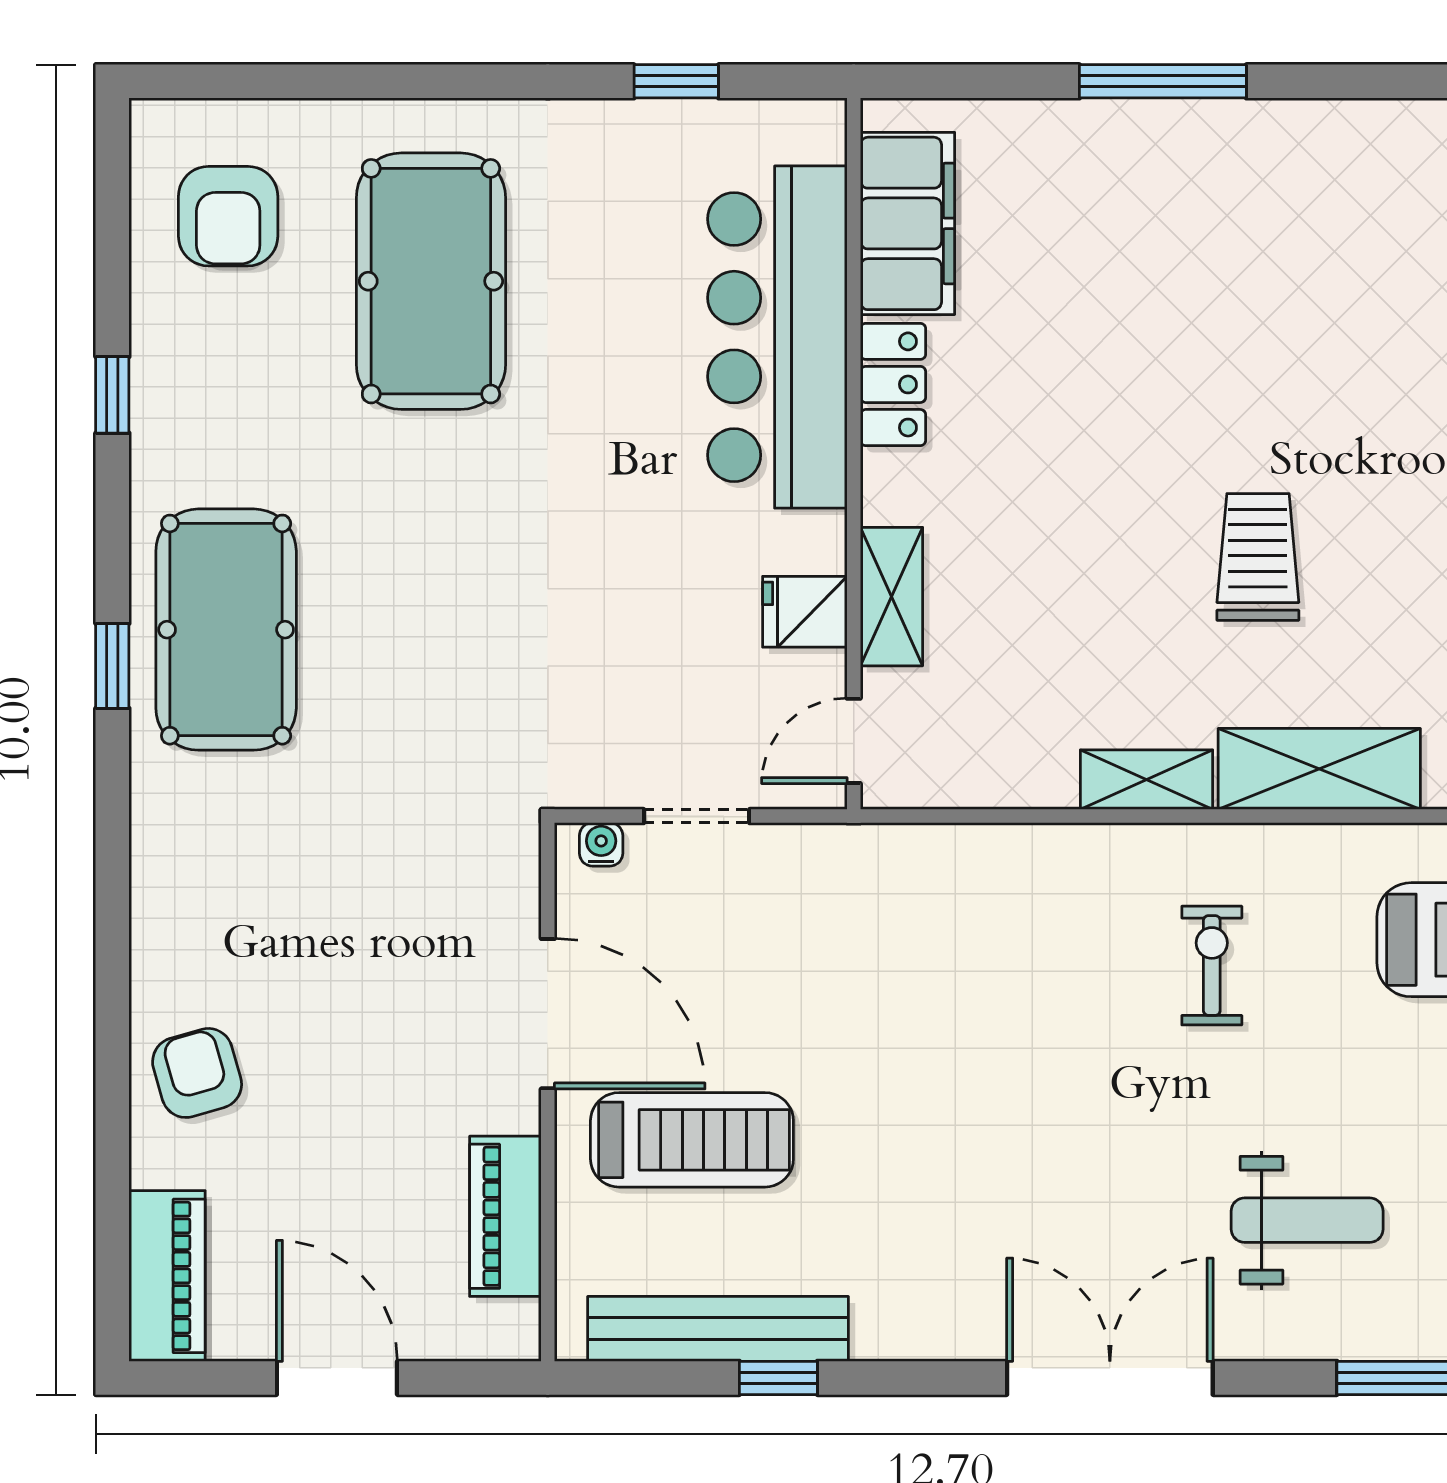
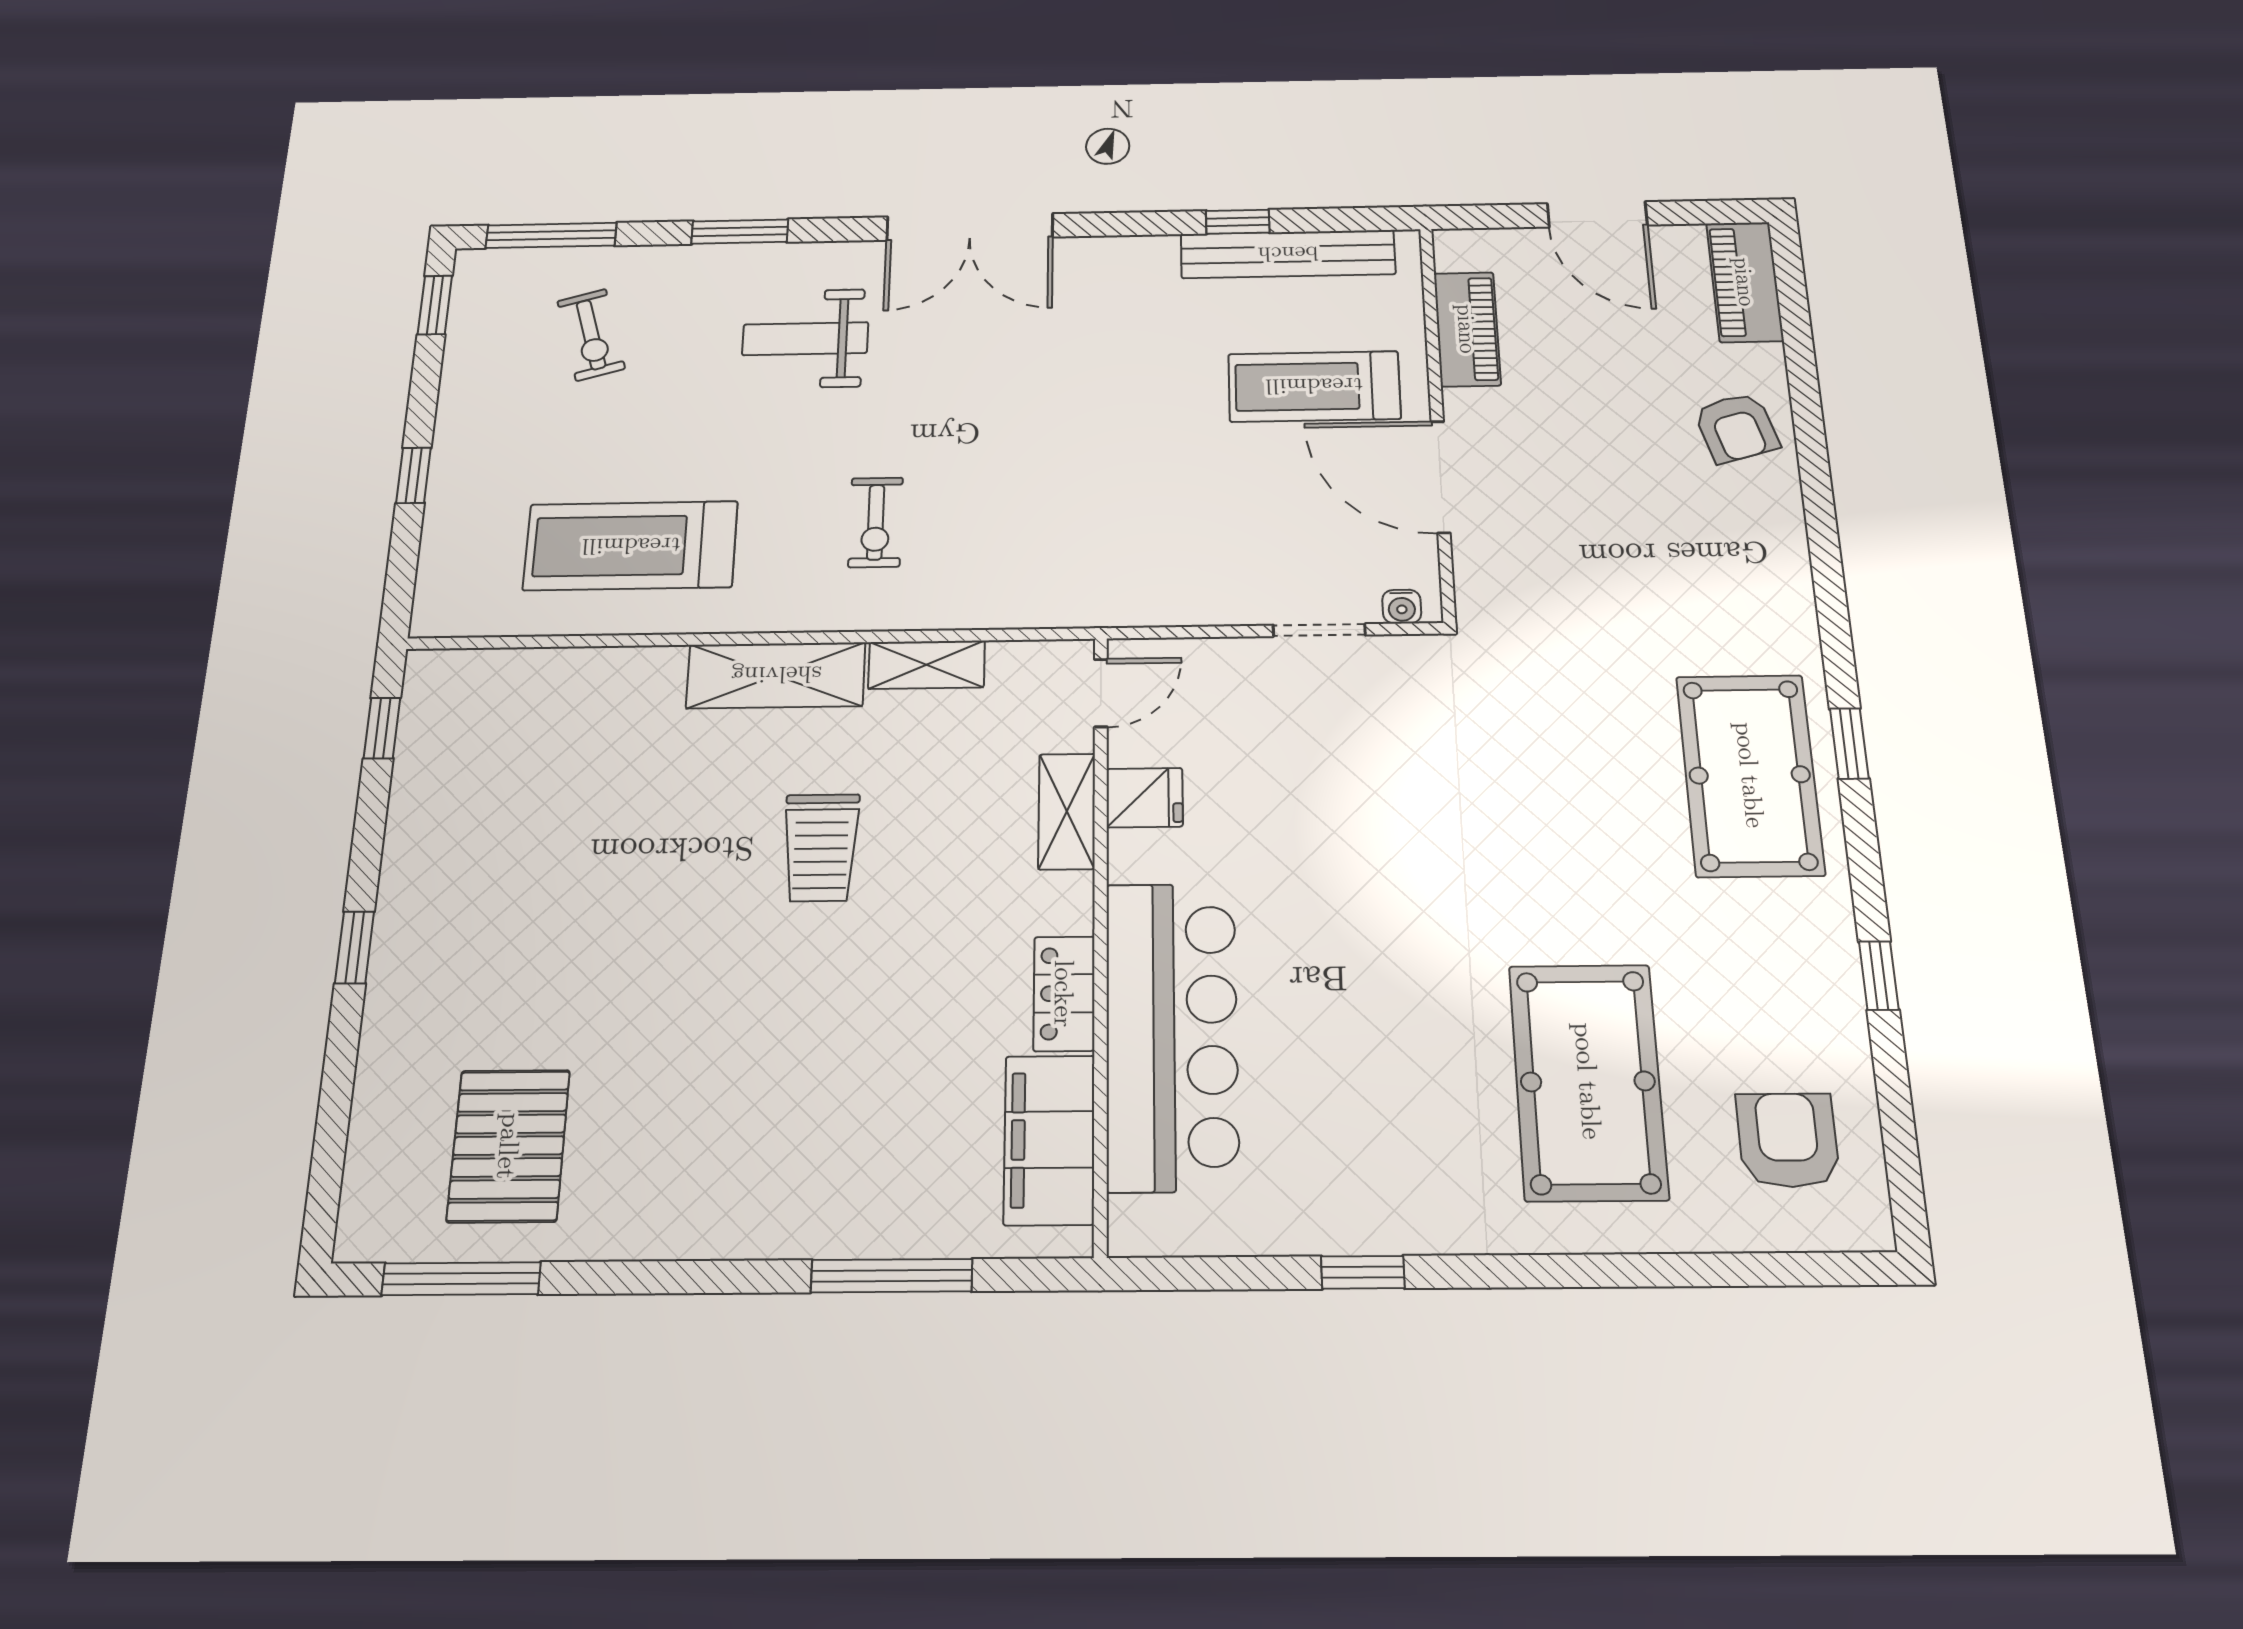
filing cabinet: (908, 223) -> (1049, 1140), moved
bar counter: (777, 337) -> (1172, 1035), moved
locker: (893, 384) -> (1064, 994), moved
wall: (854, 454) -> (1101, 932), moved
shelving: (891, 597) -> (1067, 811), moved
fridge: (805, 612) -> (1145, 798), moved
door: (854, 741) -> (1101, 693), moved

